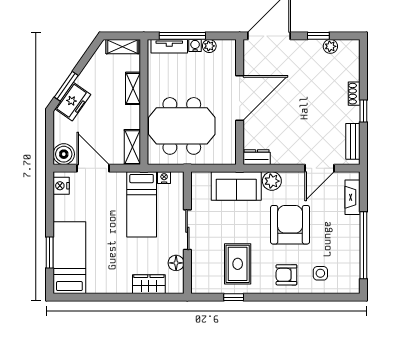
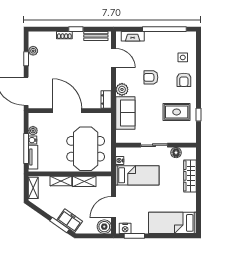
shelving: (132, 147) -> (84, 181), moved
armchair: (290, 225) -> (151, 77), width x0.53, depth x0.53
window: (50, 252) -> (134, 236), moved
wardrobe: (149, 284) -> (190, 176), width x1.50

